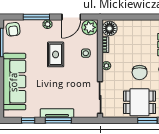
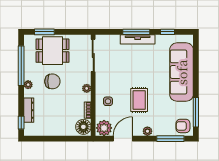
window: (36, 17) -> (170, 139), moved
armchair: (13, 29) -> (183, 126), turned -83
chair: (140, 72) -> (52, 81), turned 90

